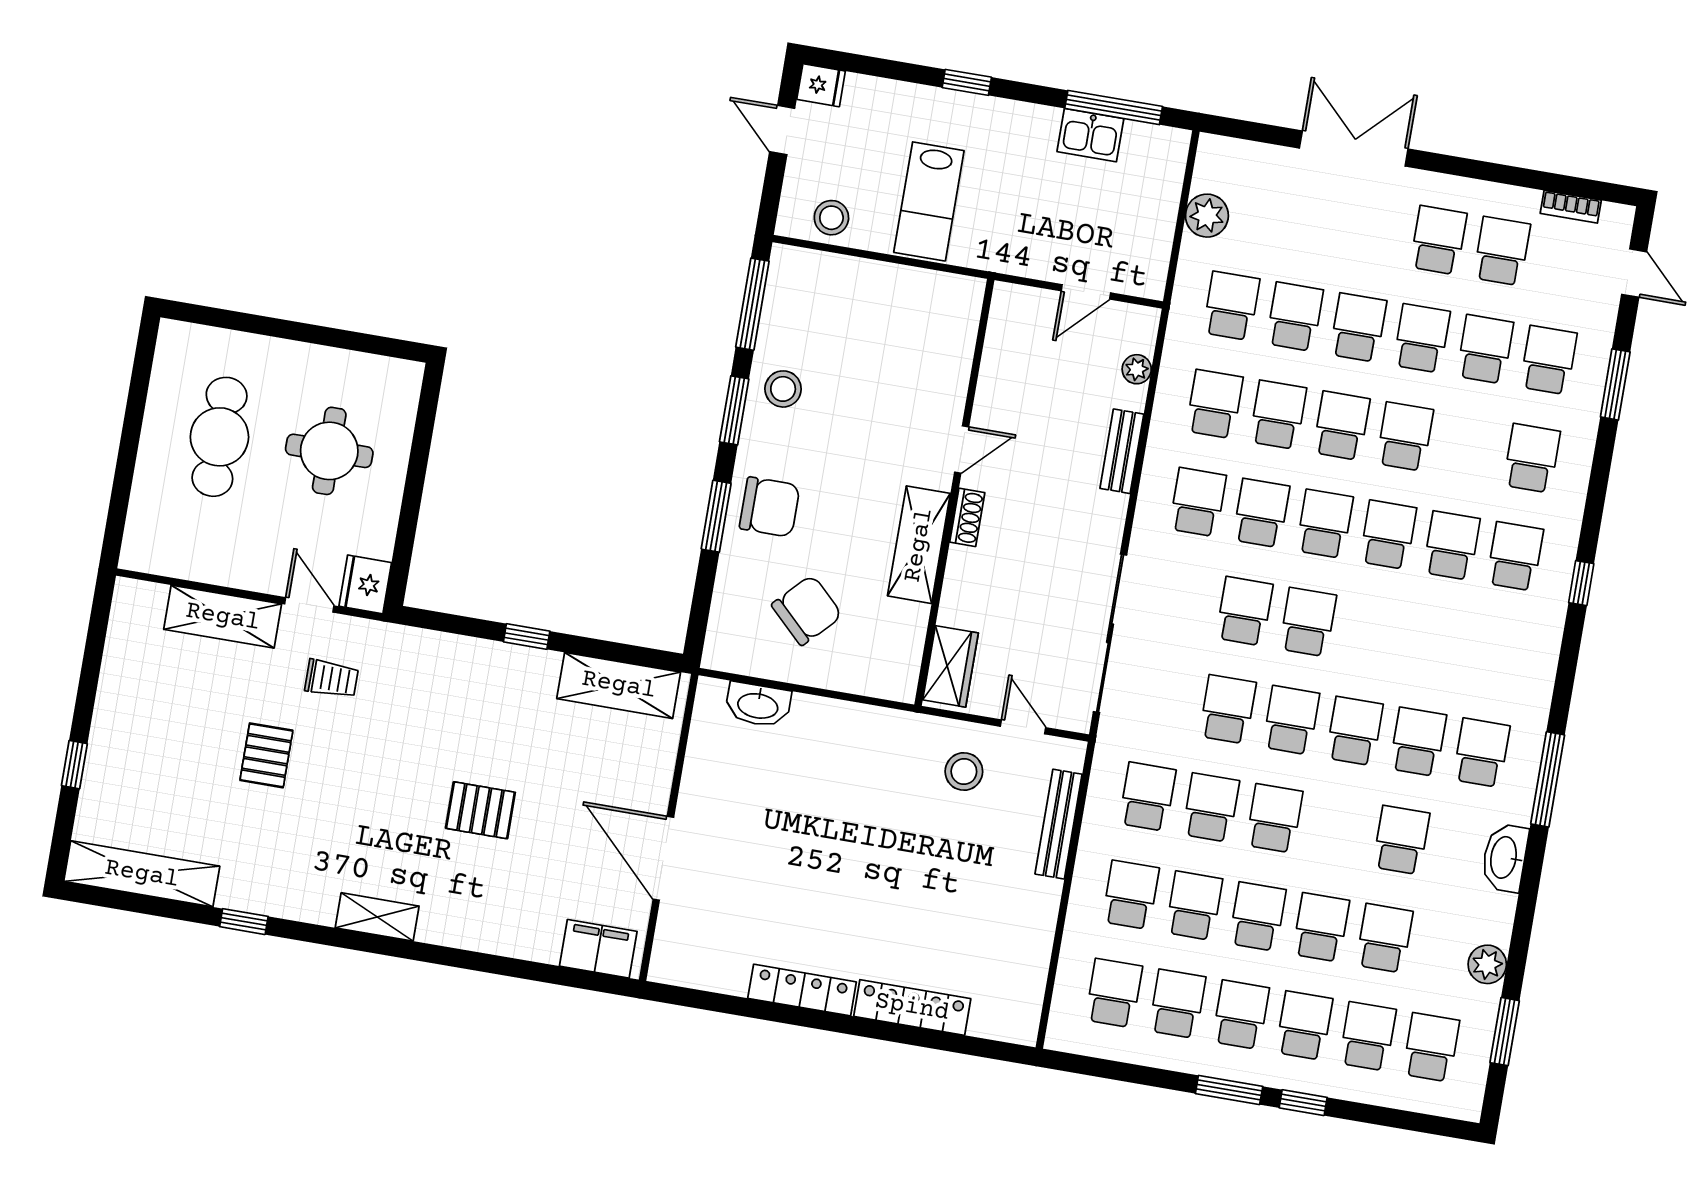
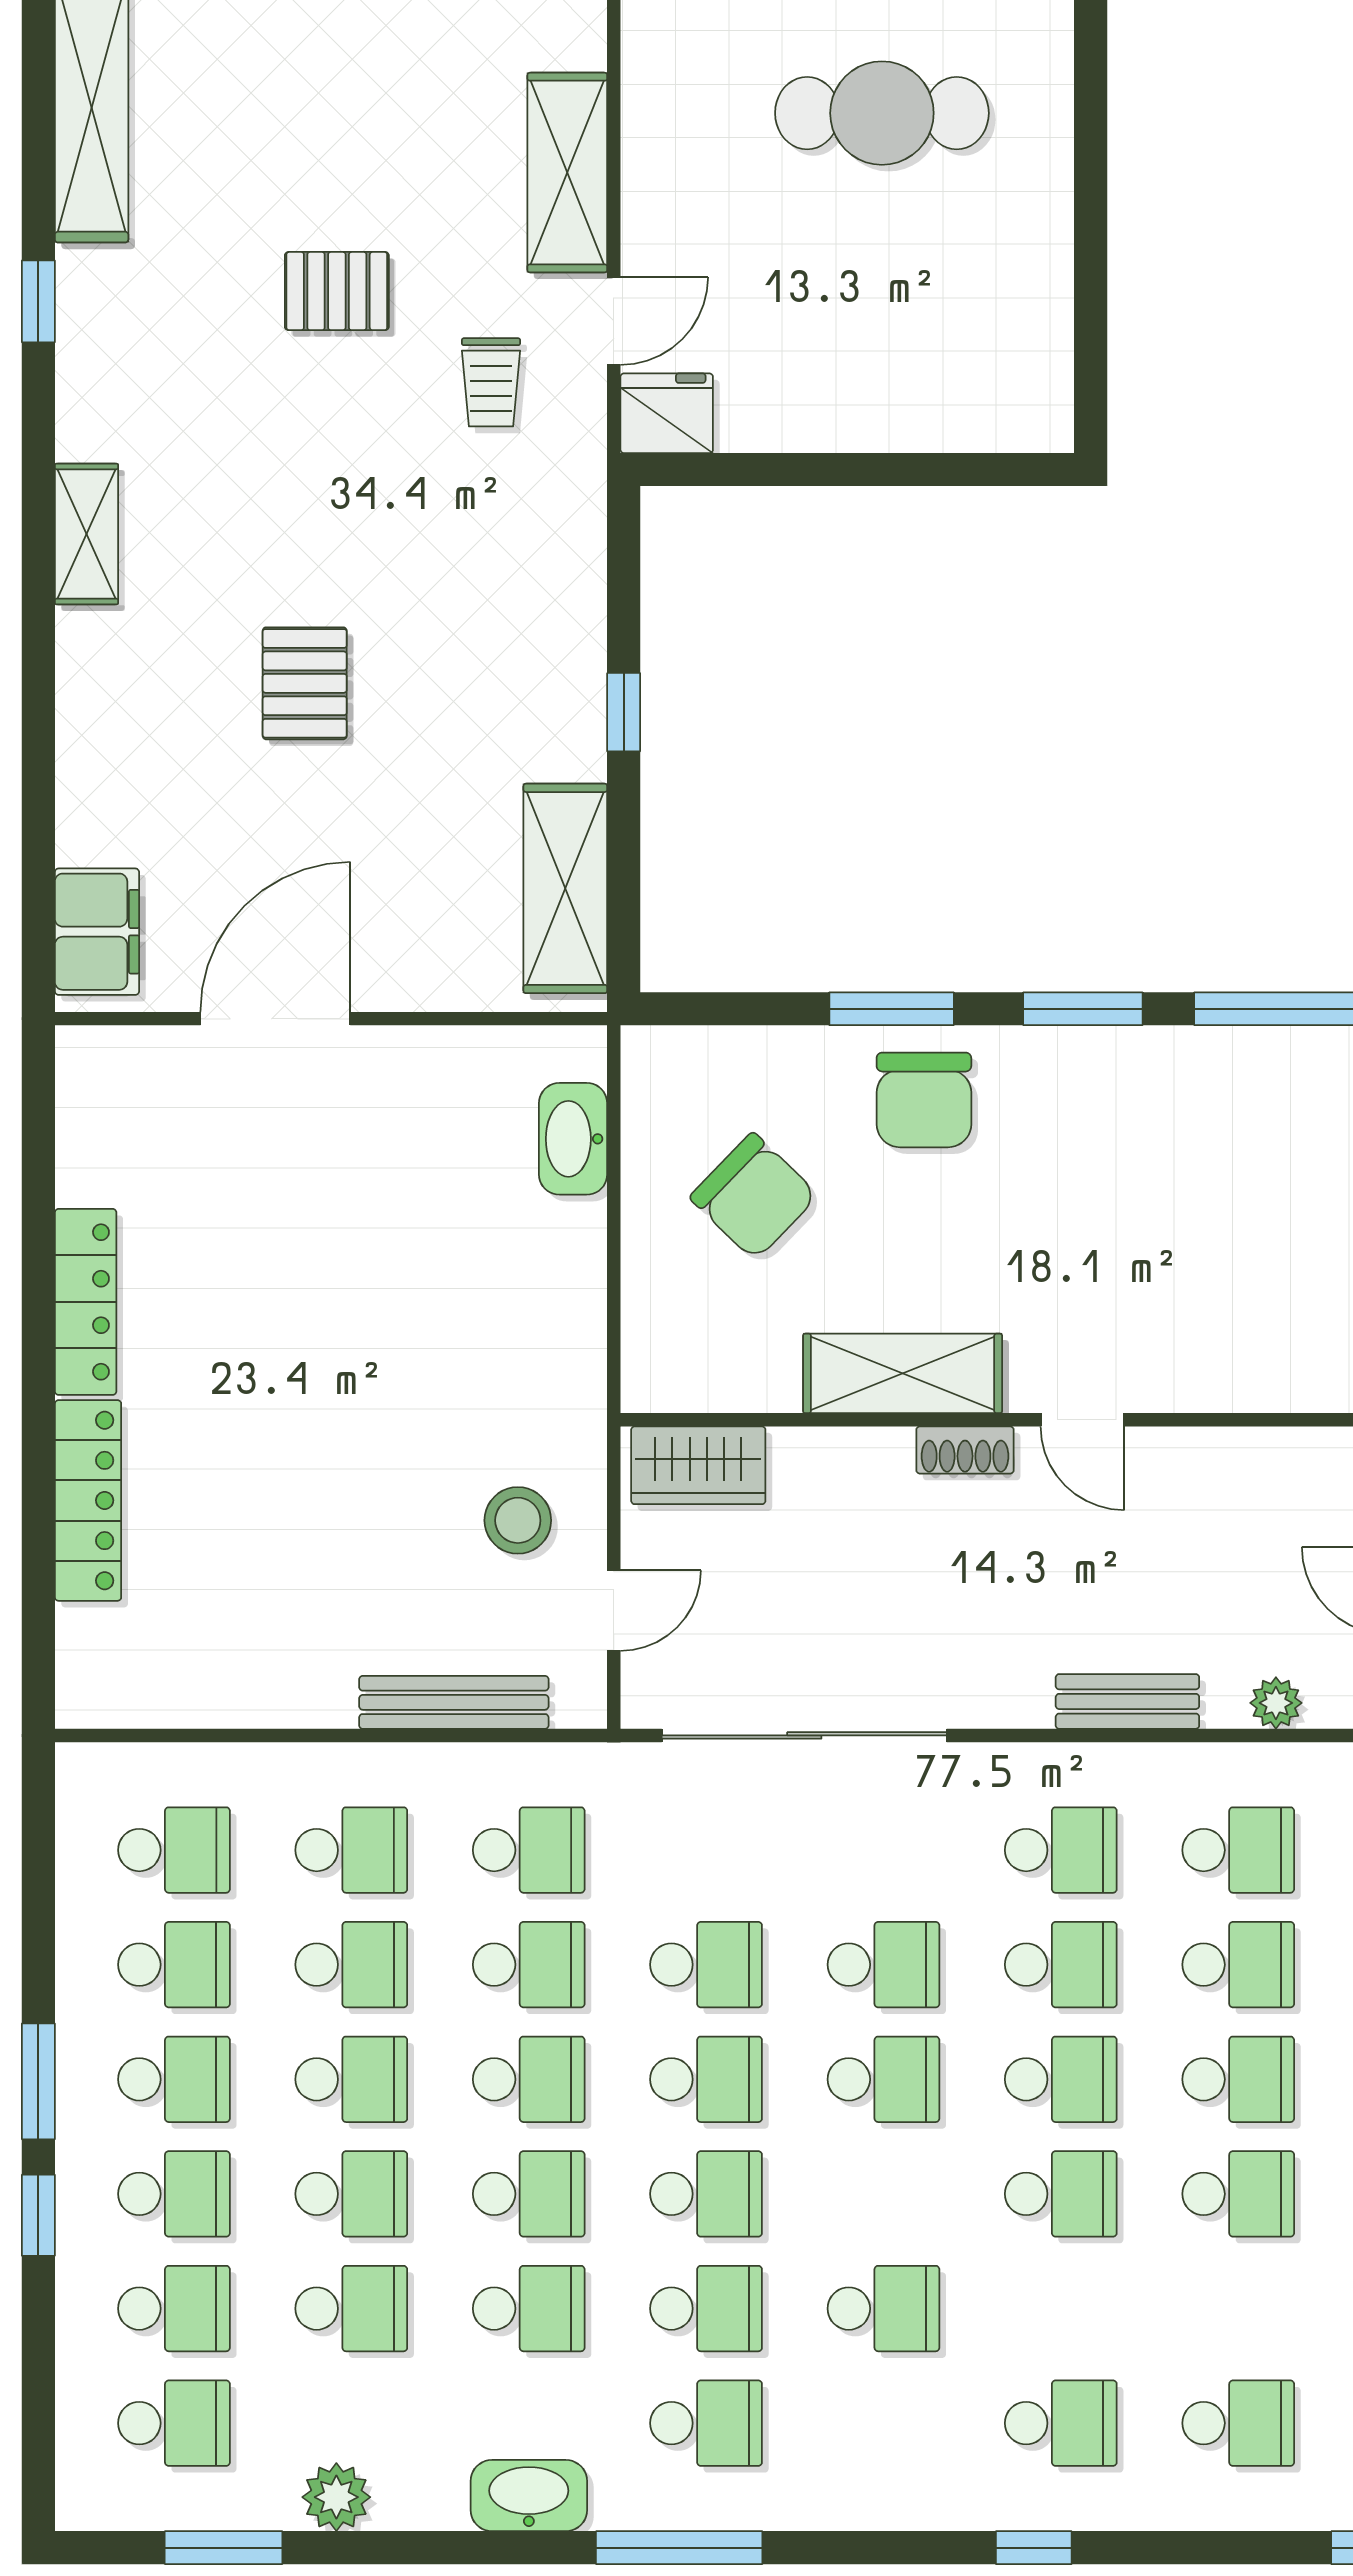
stool: (783, 389) -> (1135, 1088), removed
round table: (329, 451) -> (890, 310), removed
school desk: (1451, 546) -> (883, 2309), moved
school desk: (1338, 829) -> (529, 2194), added

